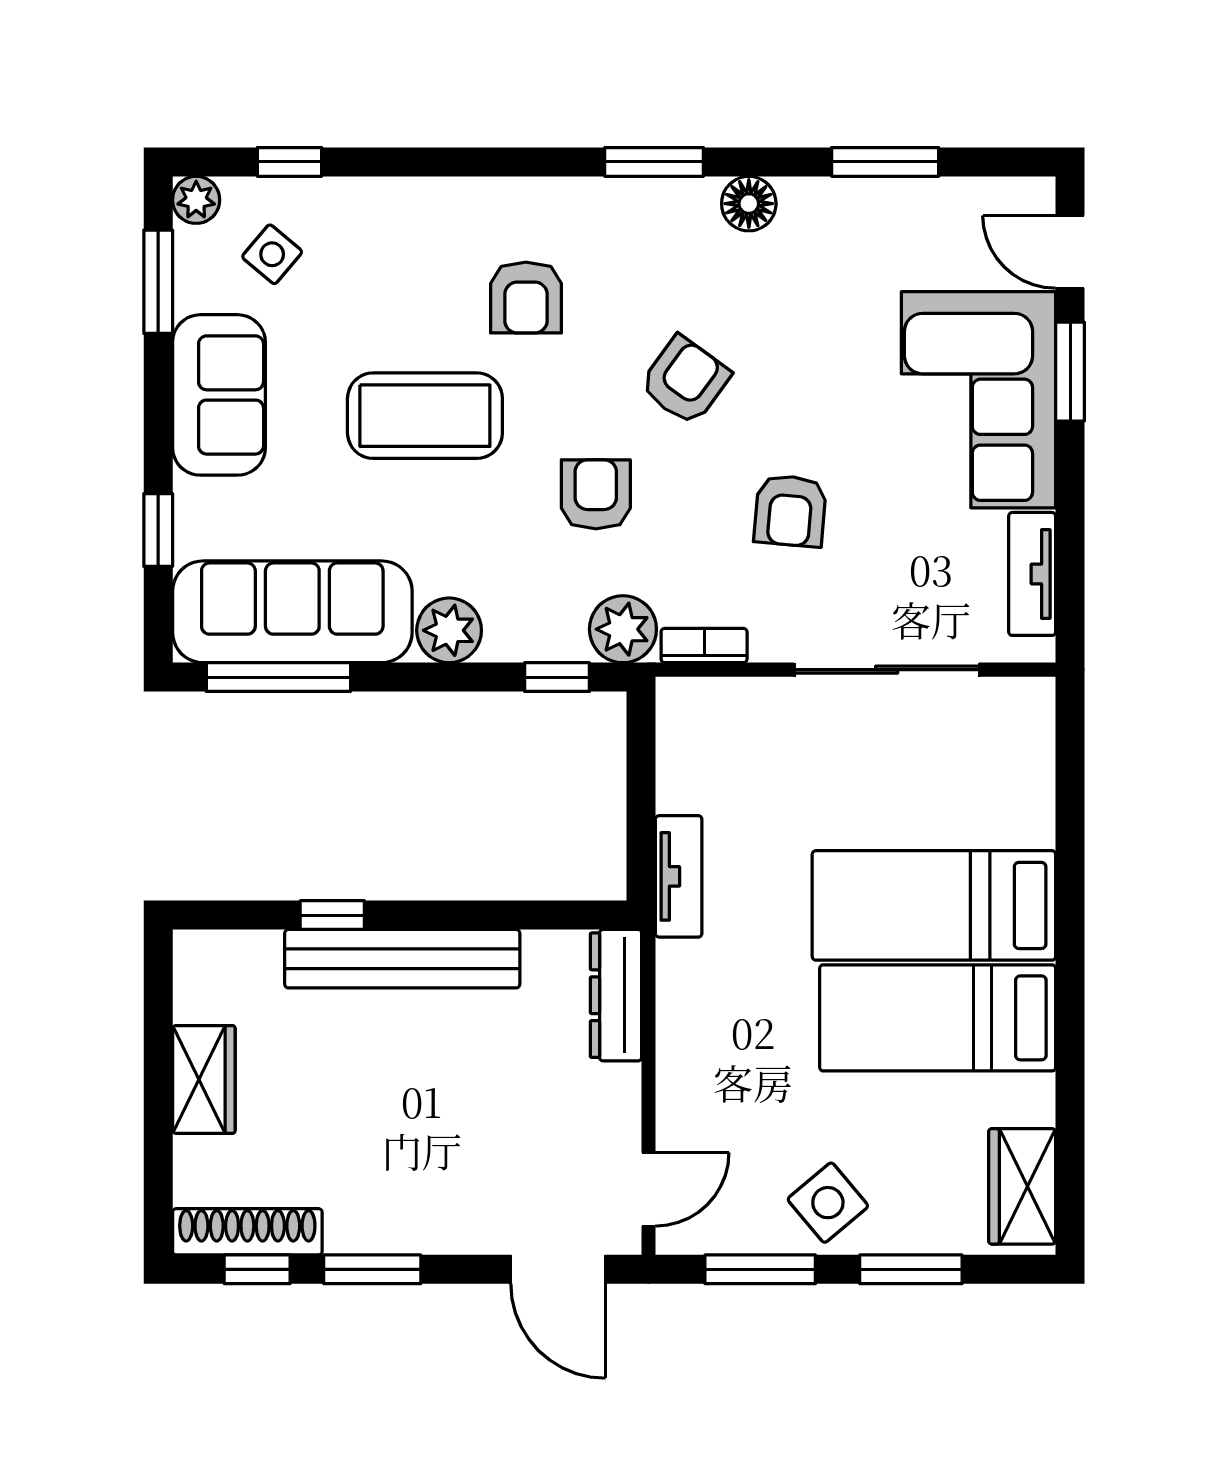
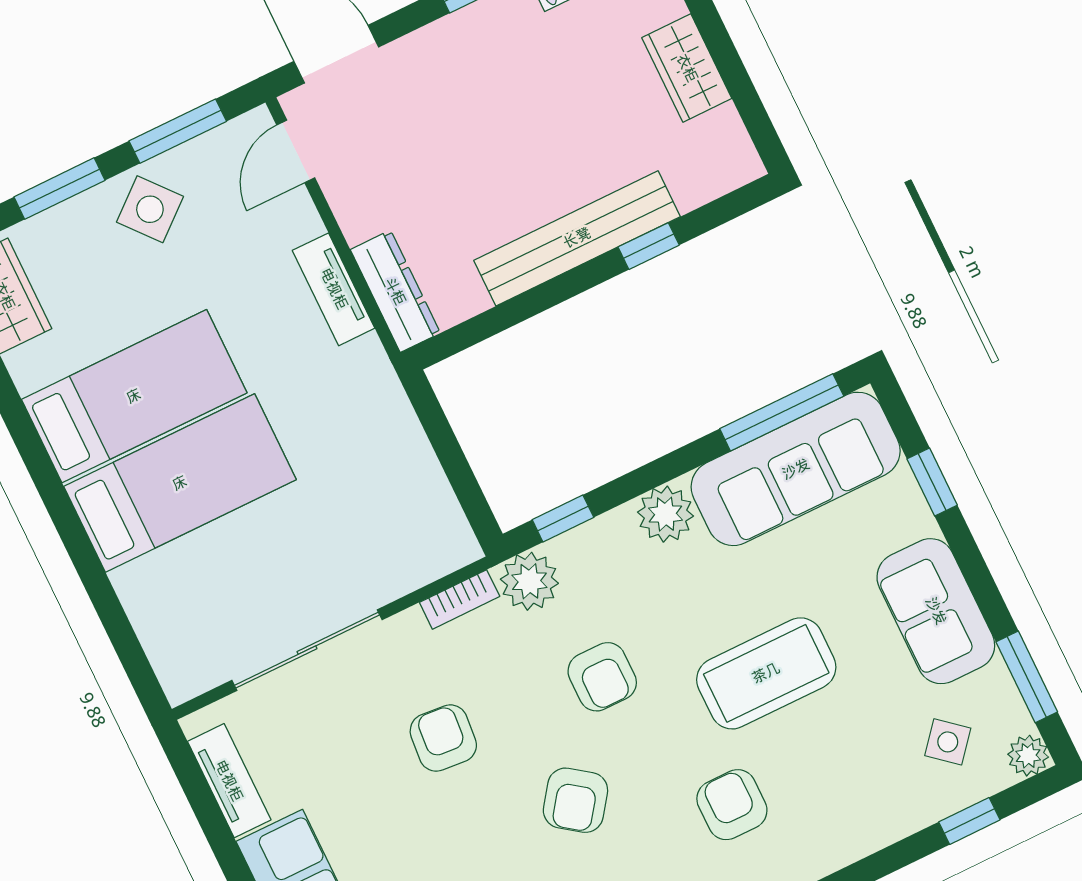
tv unit: (679, 876) -> (334, 289), moved

